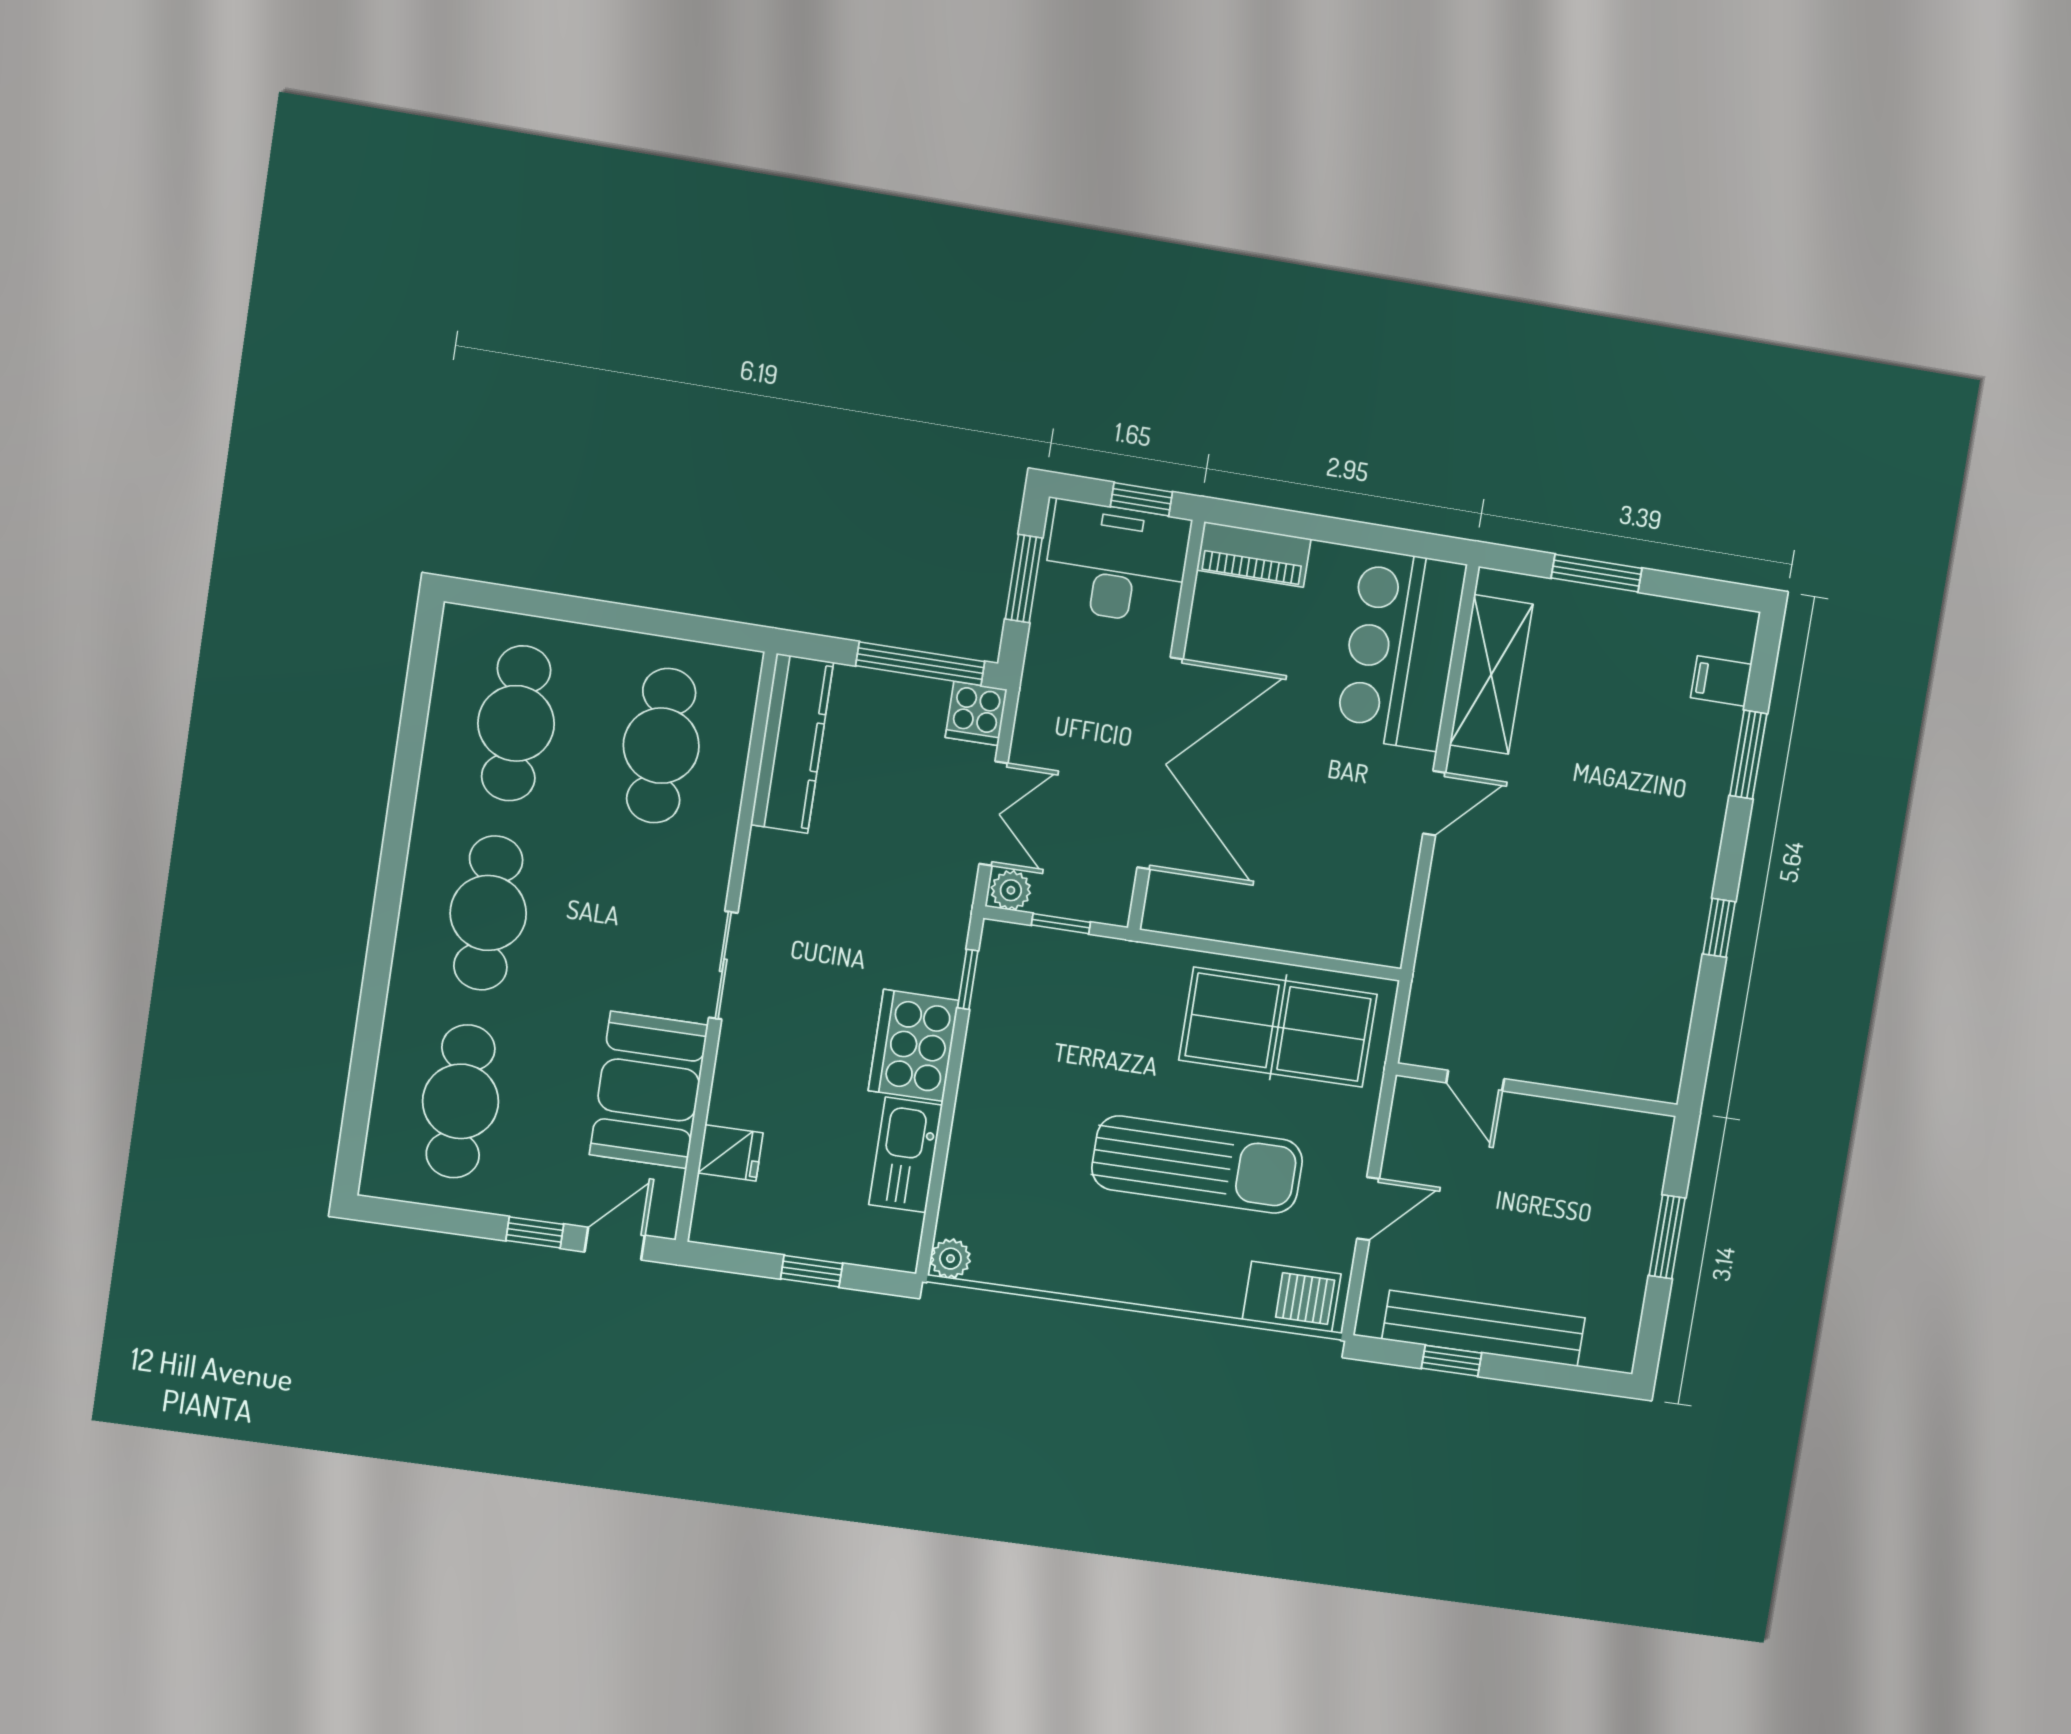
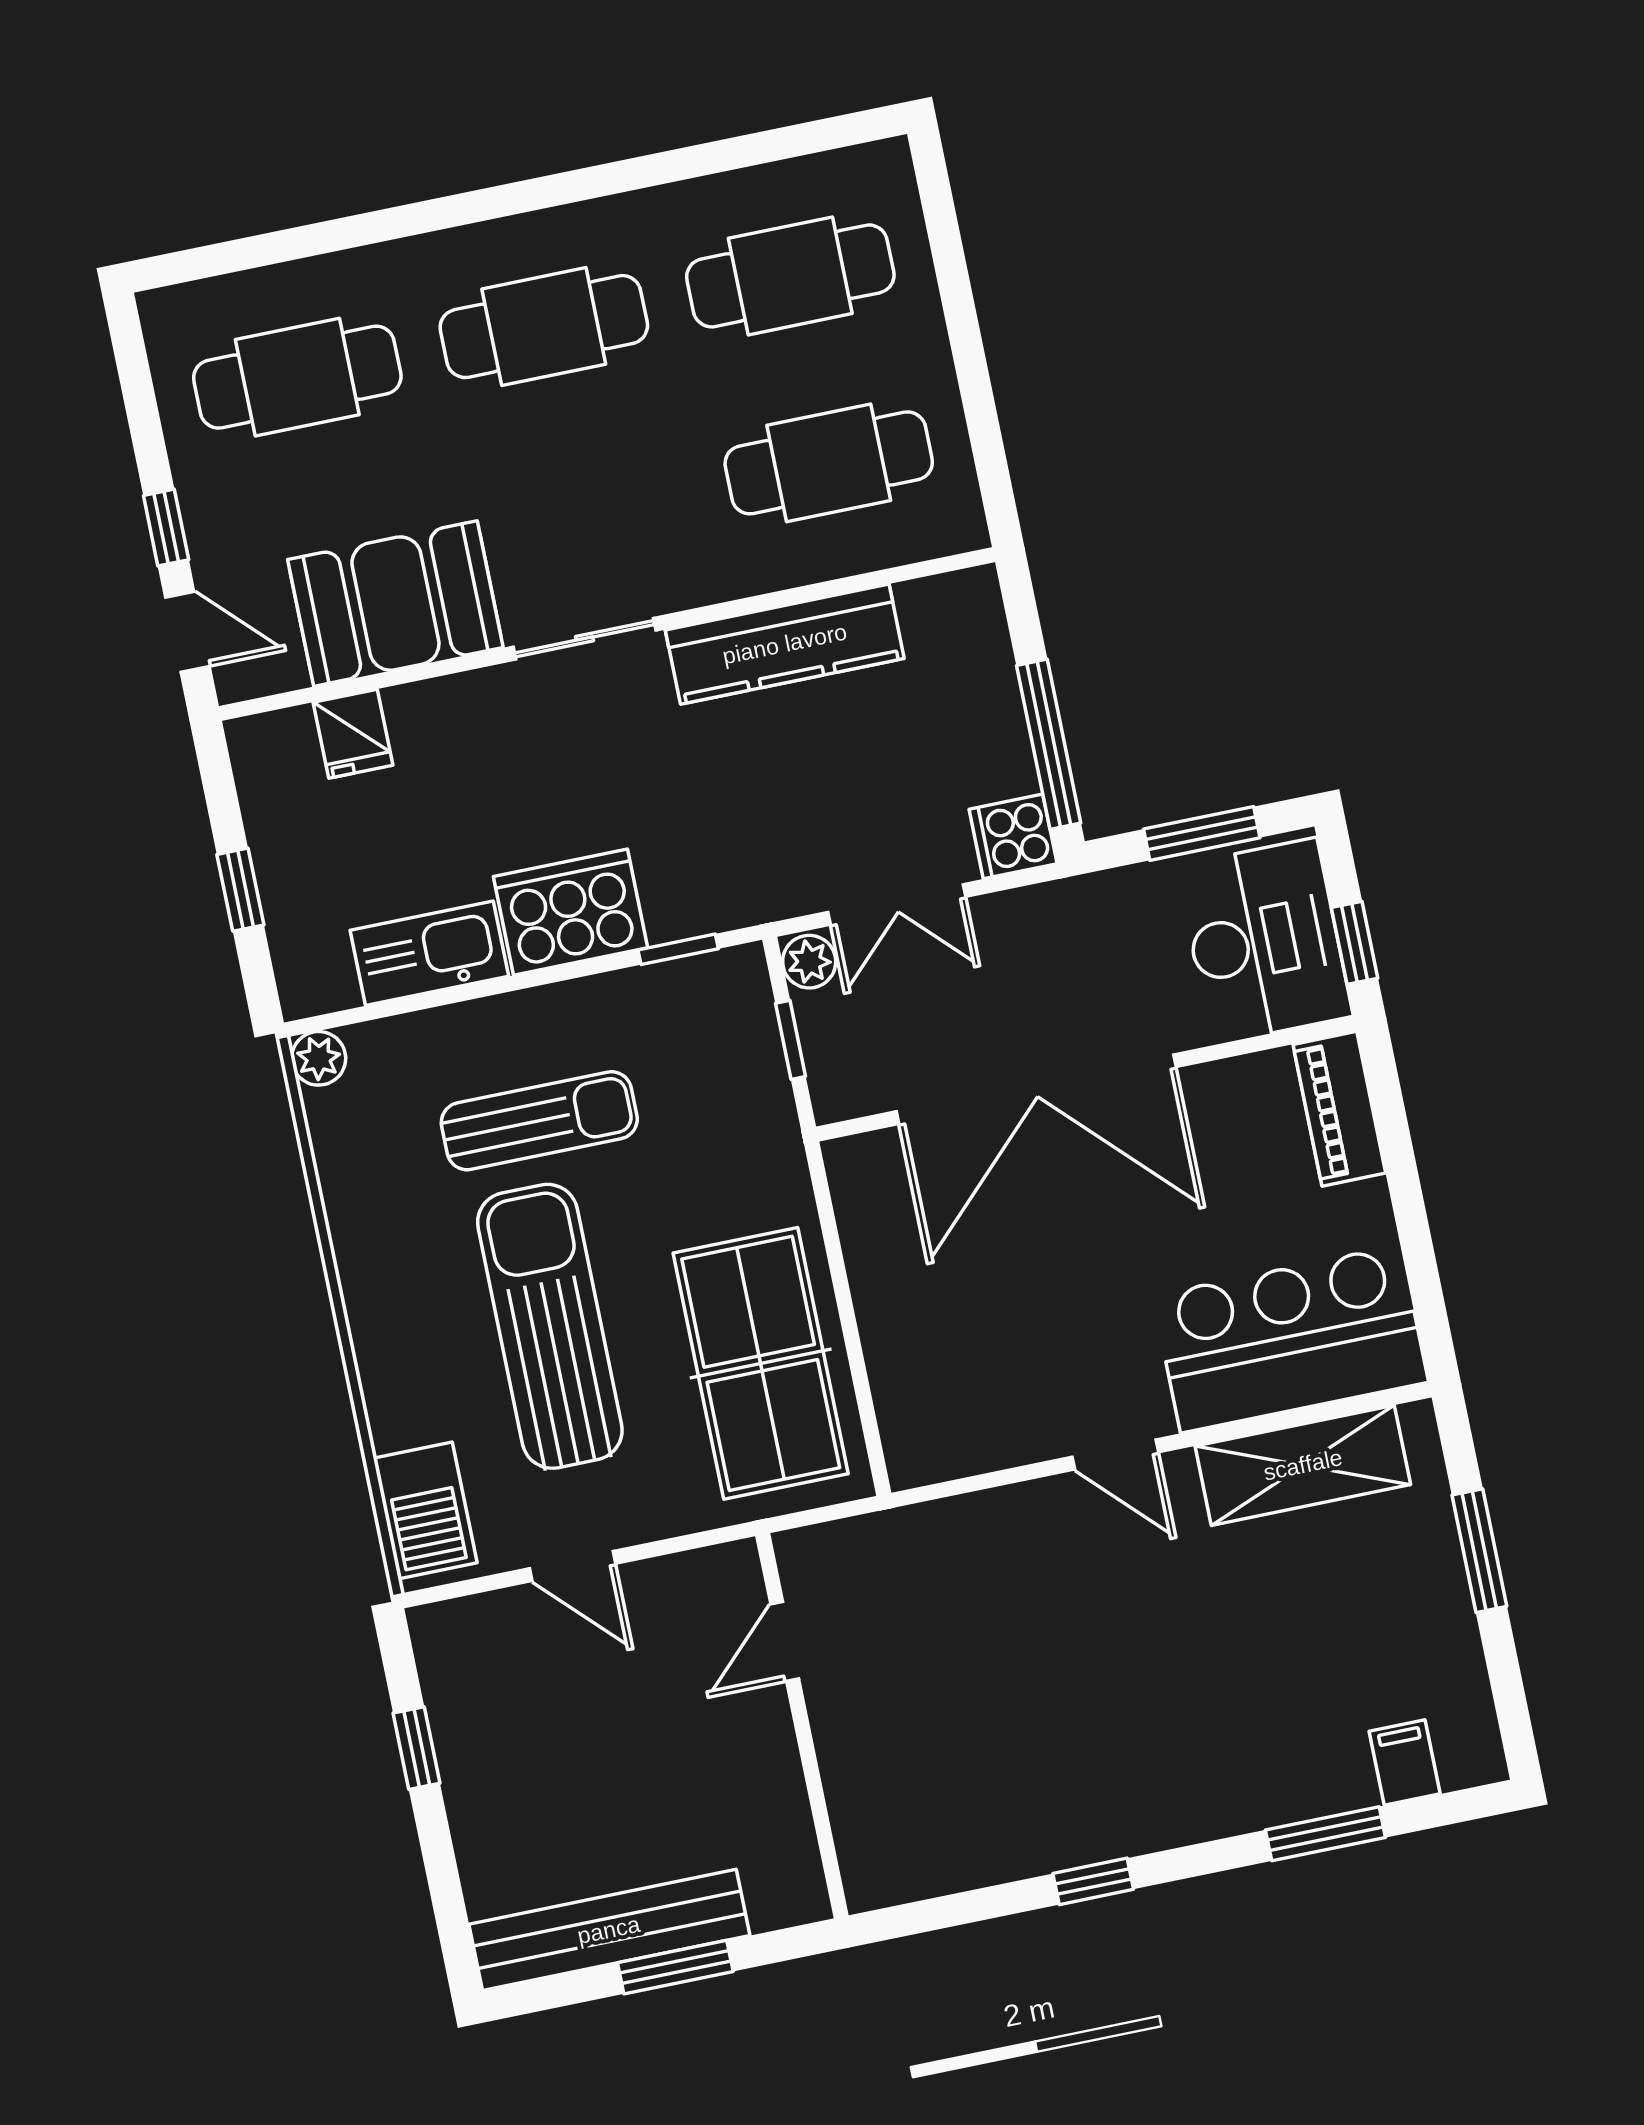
kitchen counter: (792, 744) -> (785, 644), moved
sun lounger: (1052, 1120) -> (539, 1121), added
sun lounger: (1197, 1165) -> (550, 1326), turned 180
bench: (1484, 1328) -> (609, 1930), moved, turned 90

